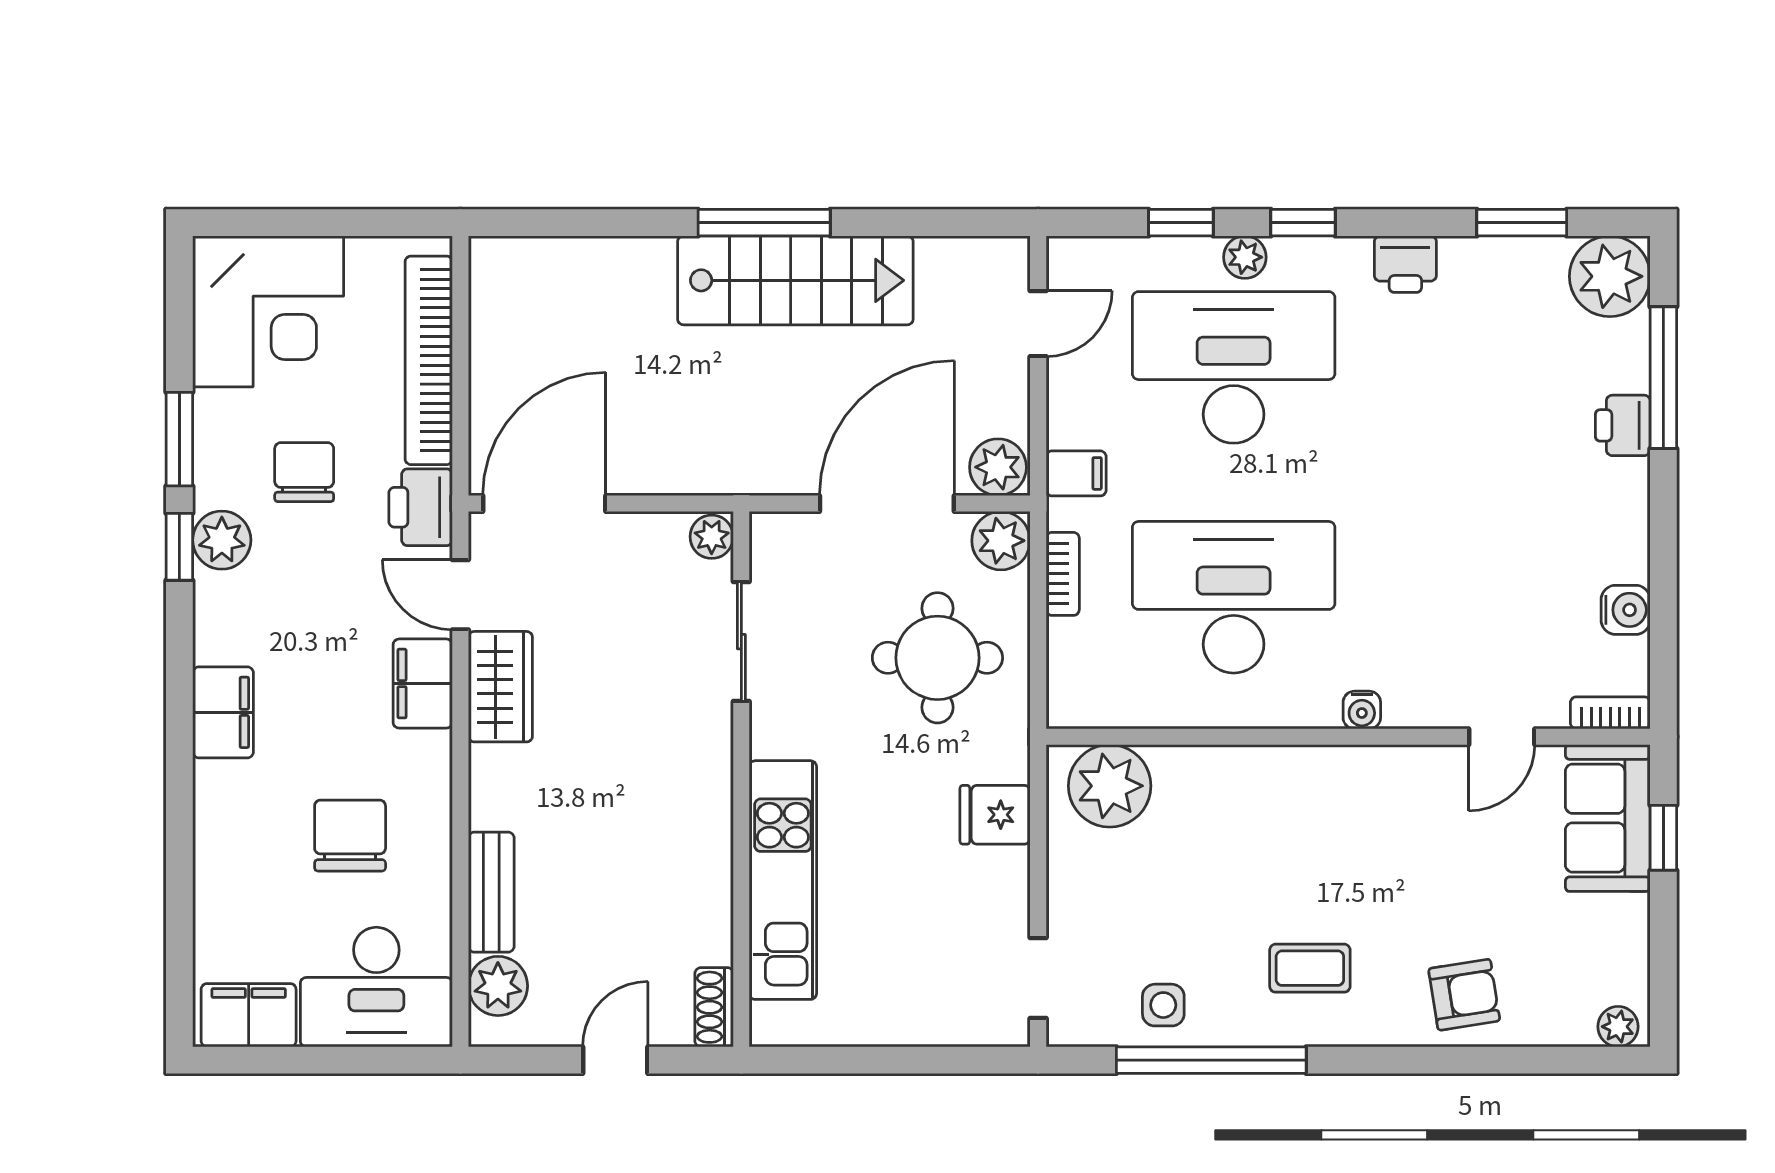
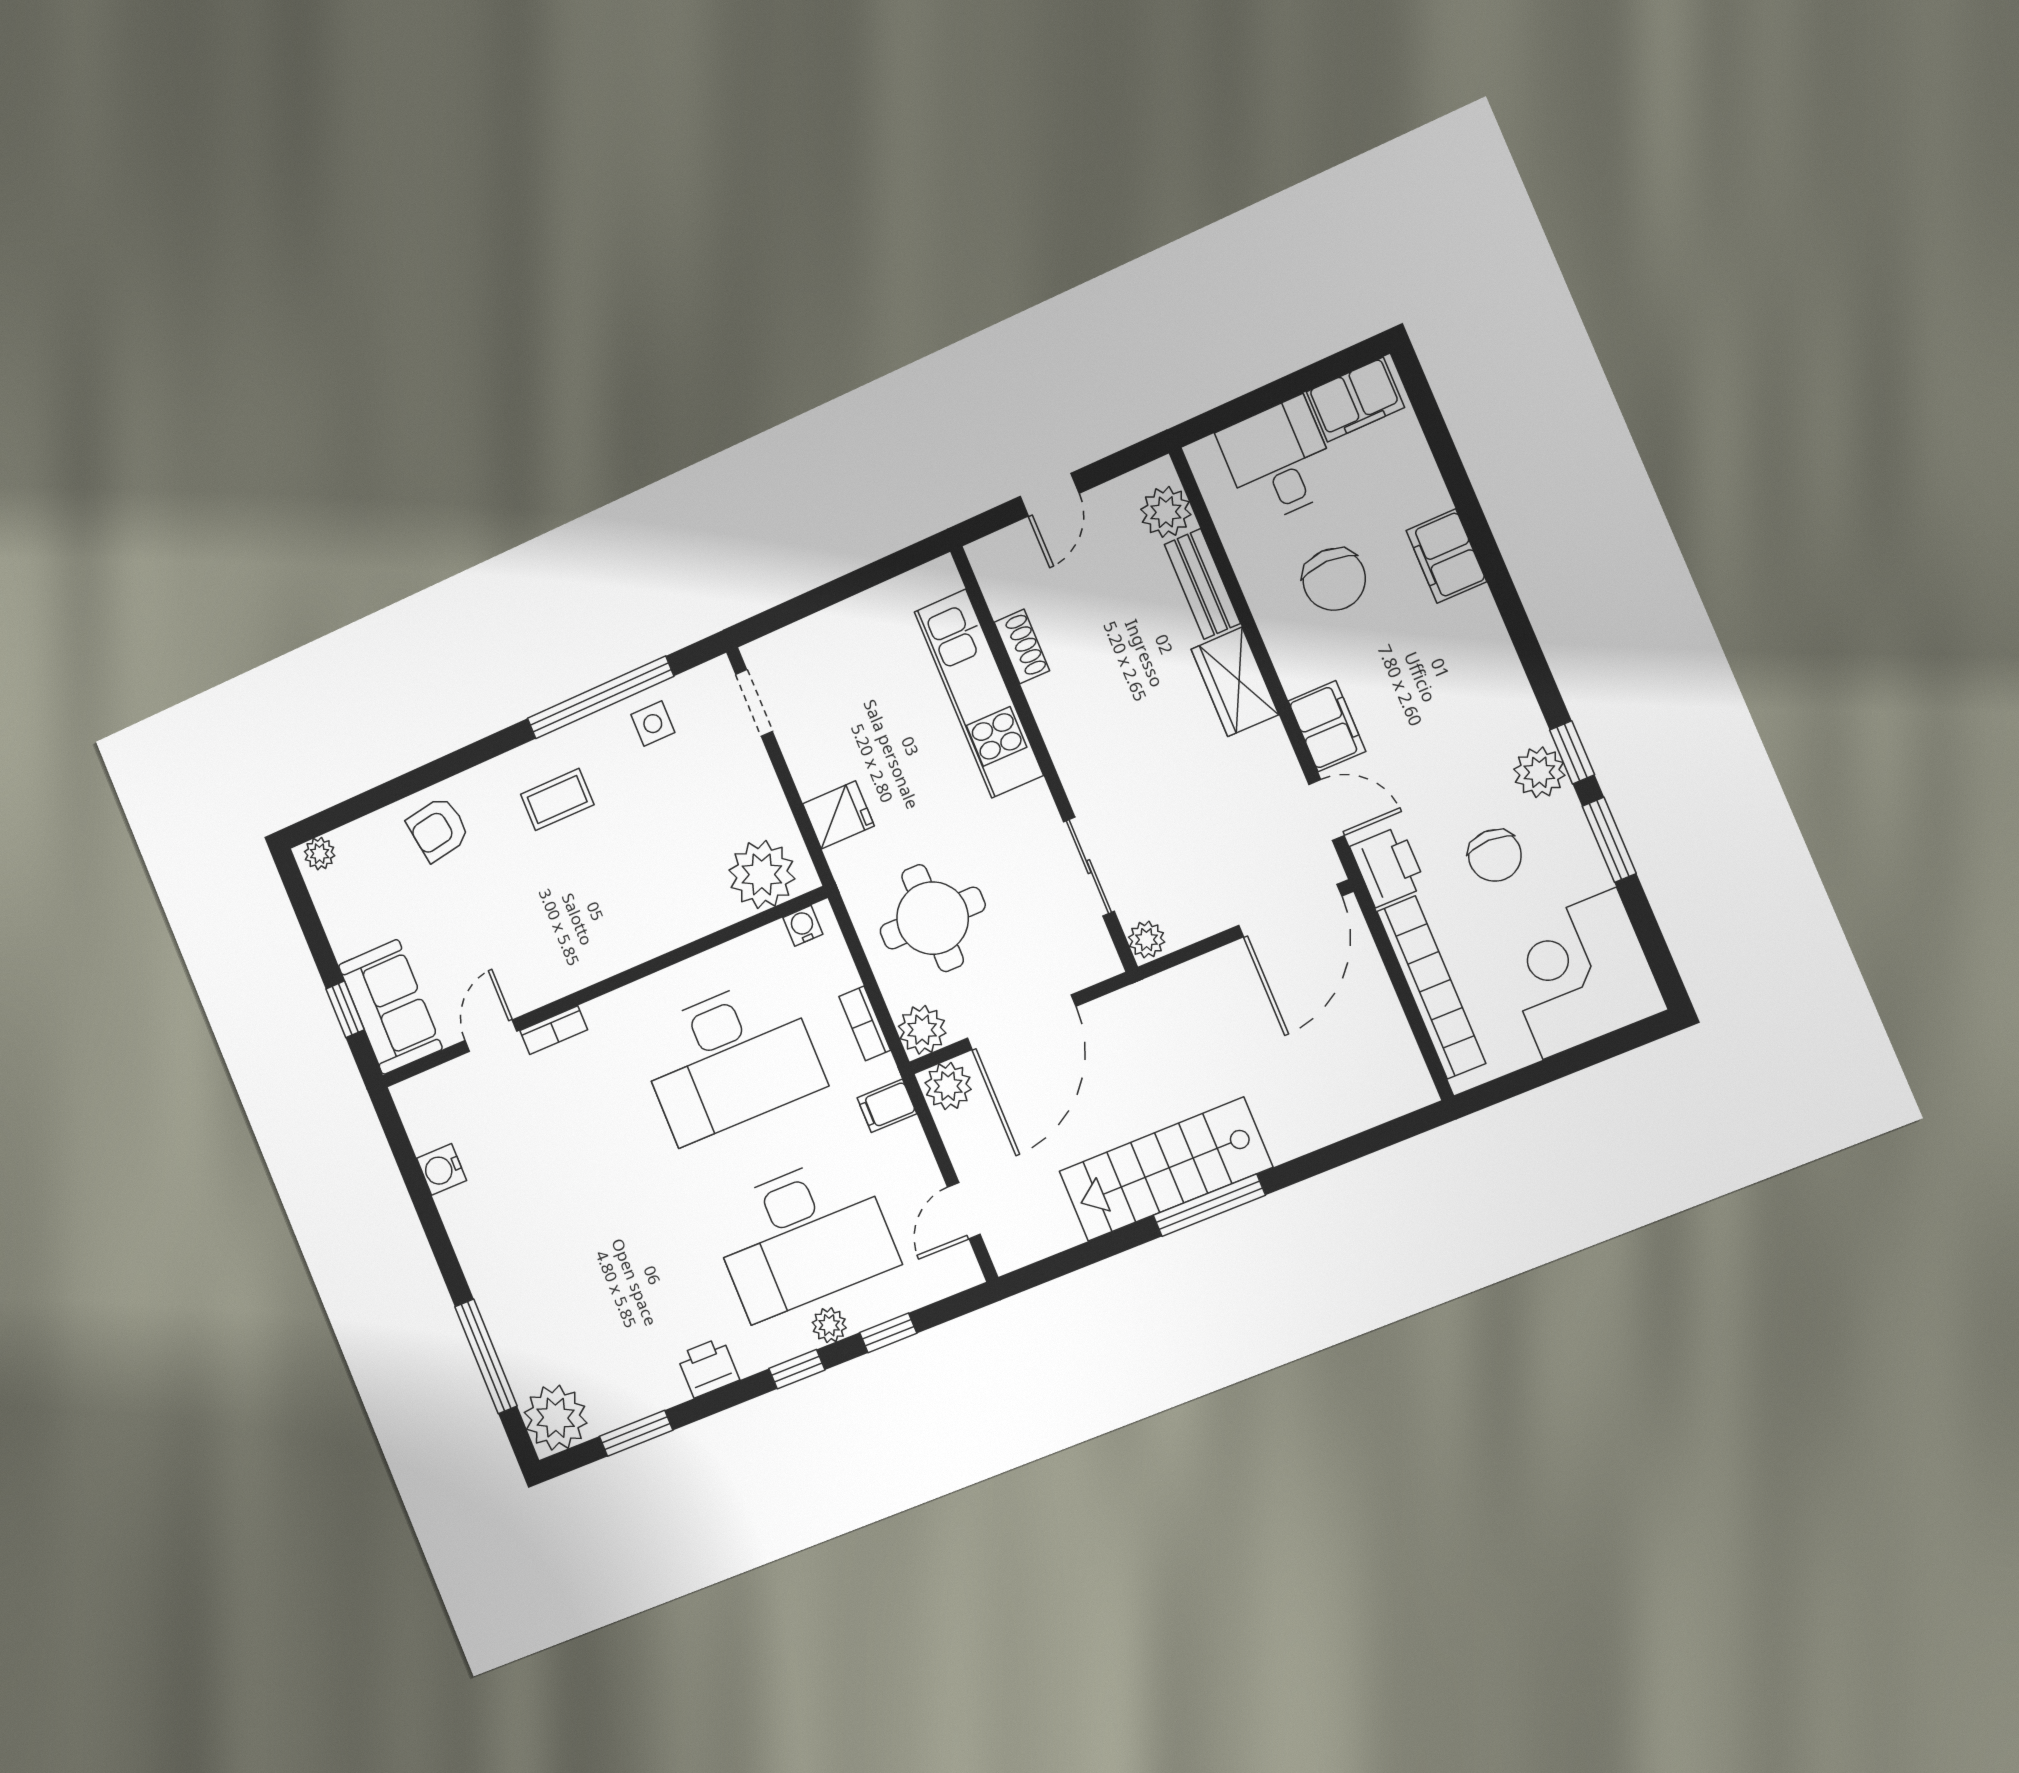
printer: (1623, 425) -> (500, 1308), removed
wardrobe: (500, 687) -> (1235, 682), moved
water cooler: (1362, 710) -> (803, 926), moved
filing cabinet: (223, 712) -> (1446, 556), moved
bookcase: (1610, 713) -> (554, 1030), moved
desk: (376, 987) -> (1279, 461), width x0.73
shoe rack: (714, 1007) -> (1022, 646), moved

